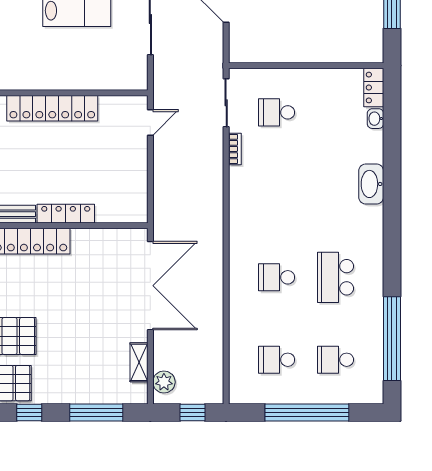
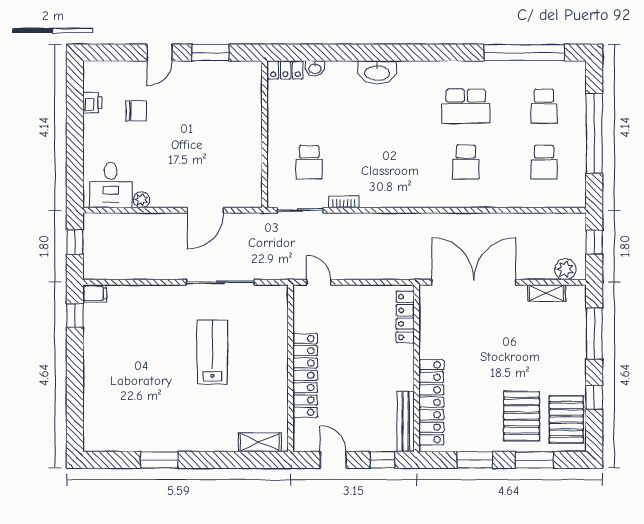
locker: (66, 214) -> (405, 317), moved

